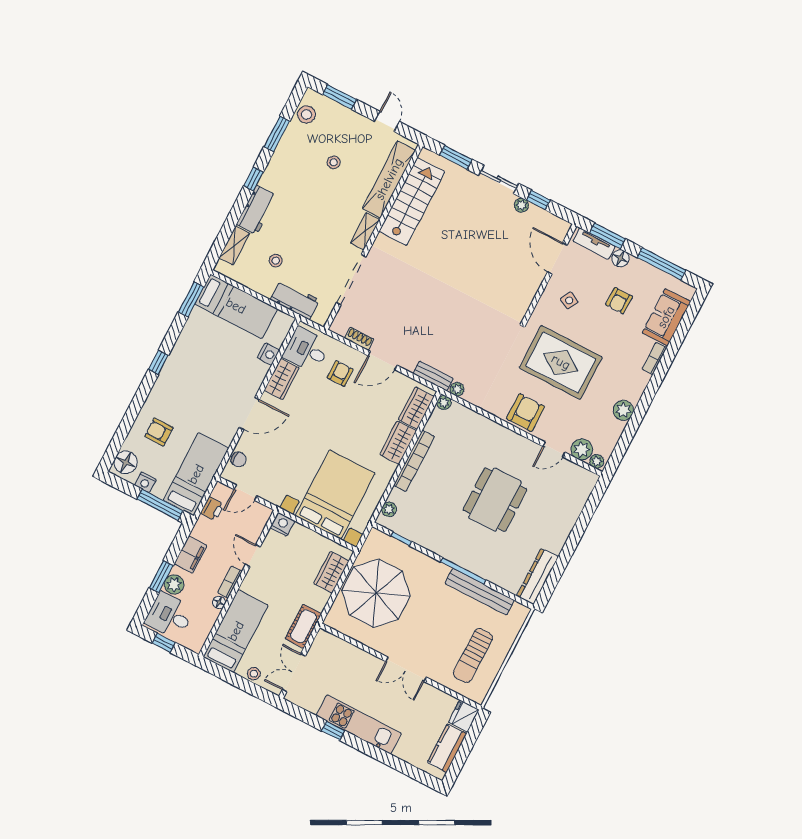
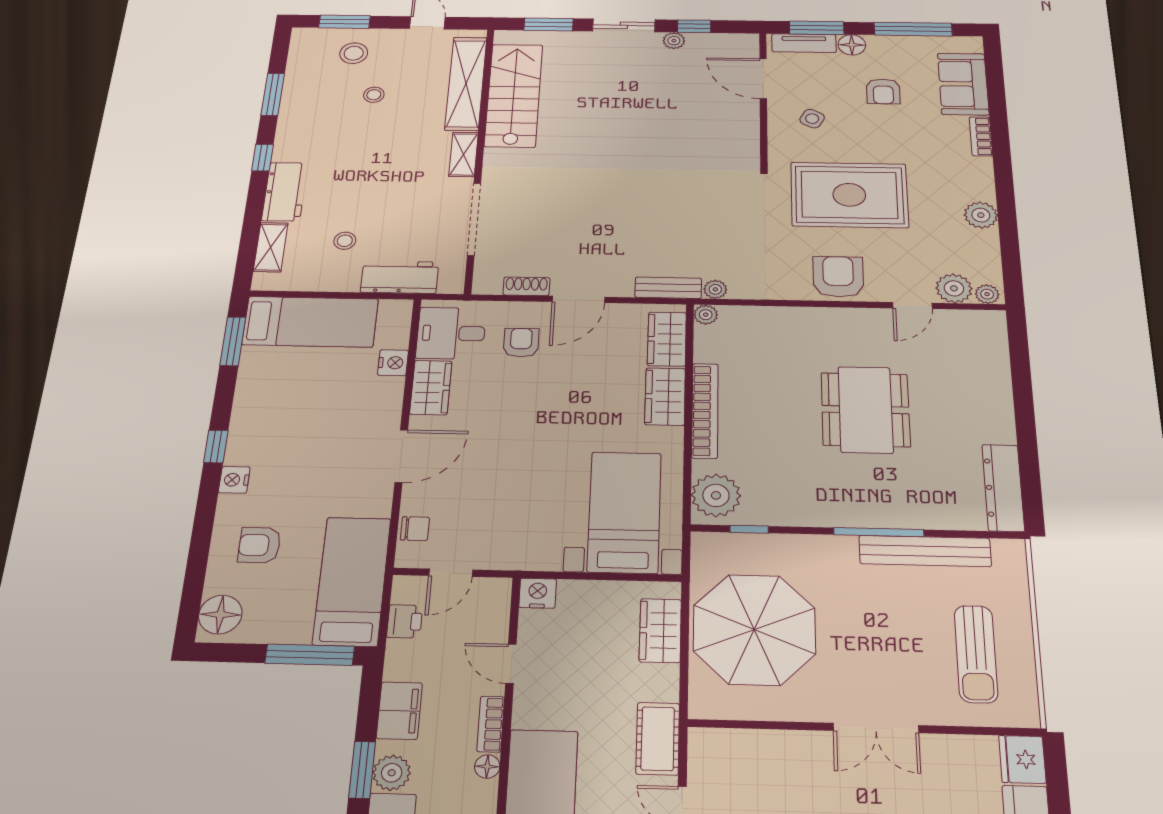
stool: (306, 115) -> (354, 53), moved
nightstand: (145, 482) -> (234, 480), moved, turned 90
bed with nightstands: (335, 495) -> (624, 512), width x0.73
plant: (389, 509) -> (716, 495), width x1.88, depth x1.88

